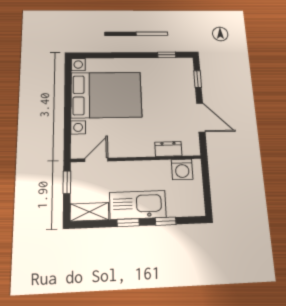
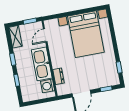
door: (96, 160) -> (45, 35), swing flipped
kitchen sink: (138, 205) -> (42, 64), moved, turned 180

